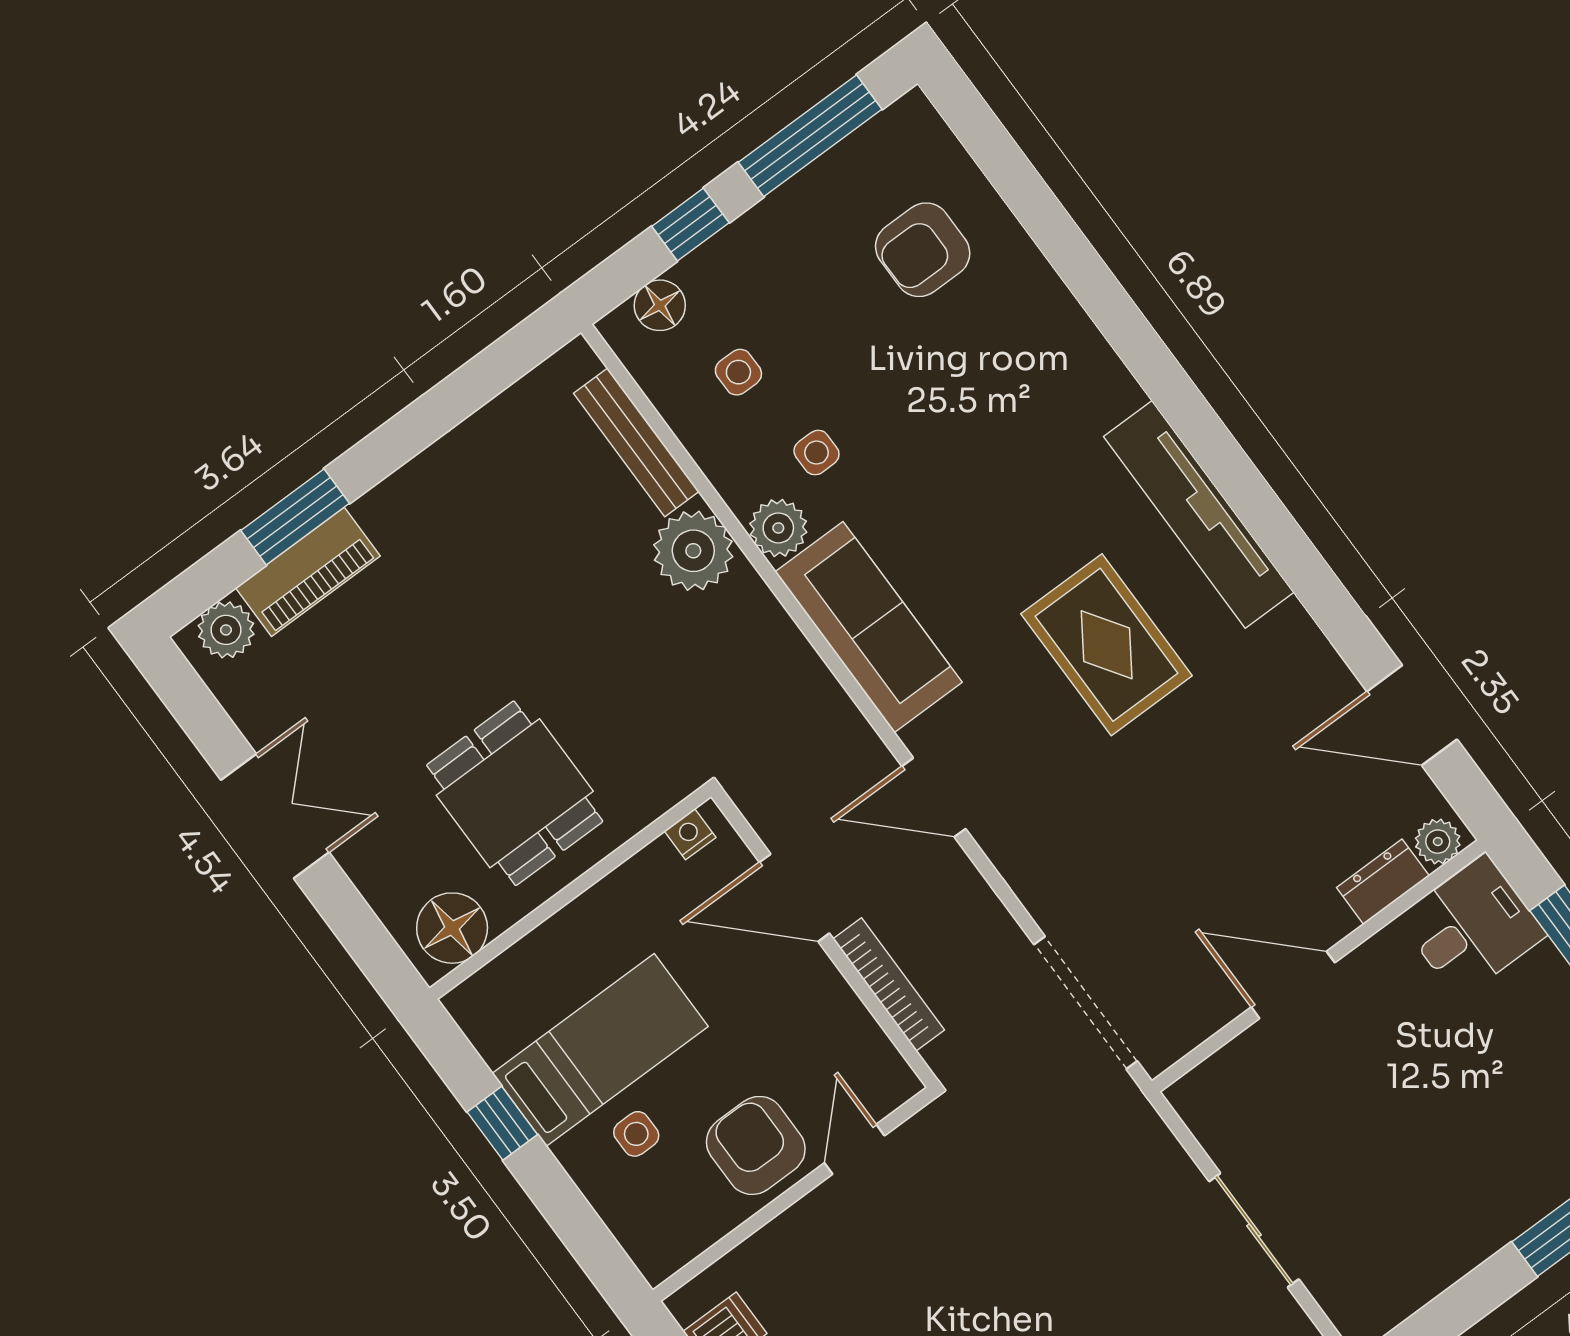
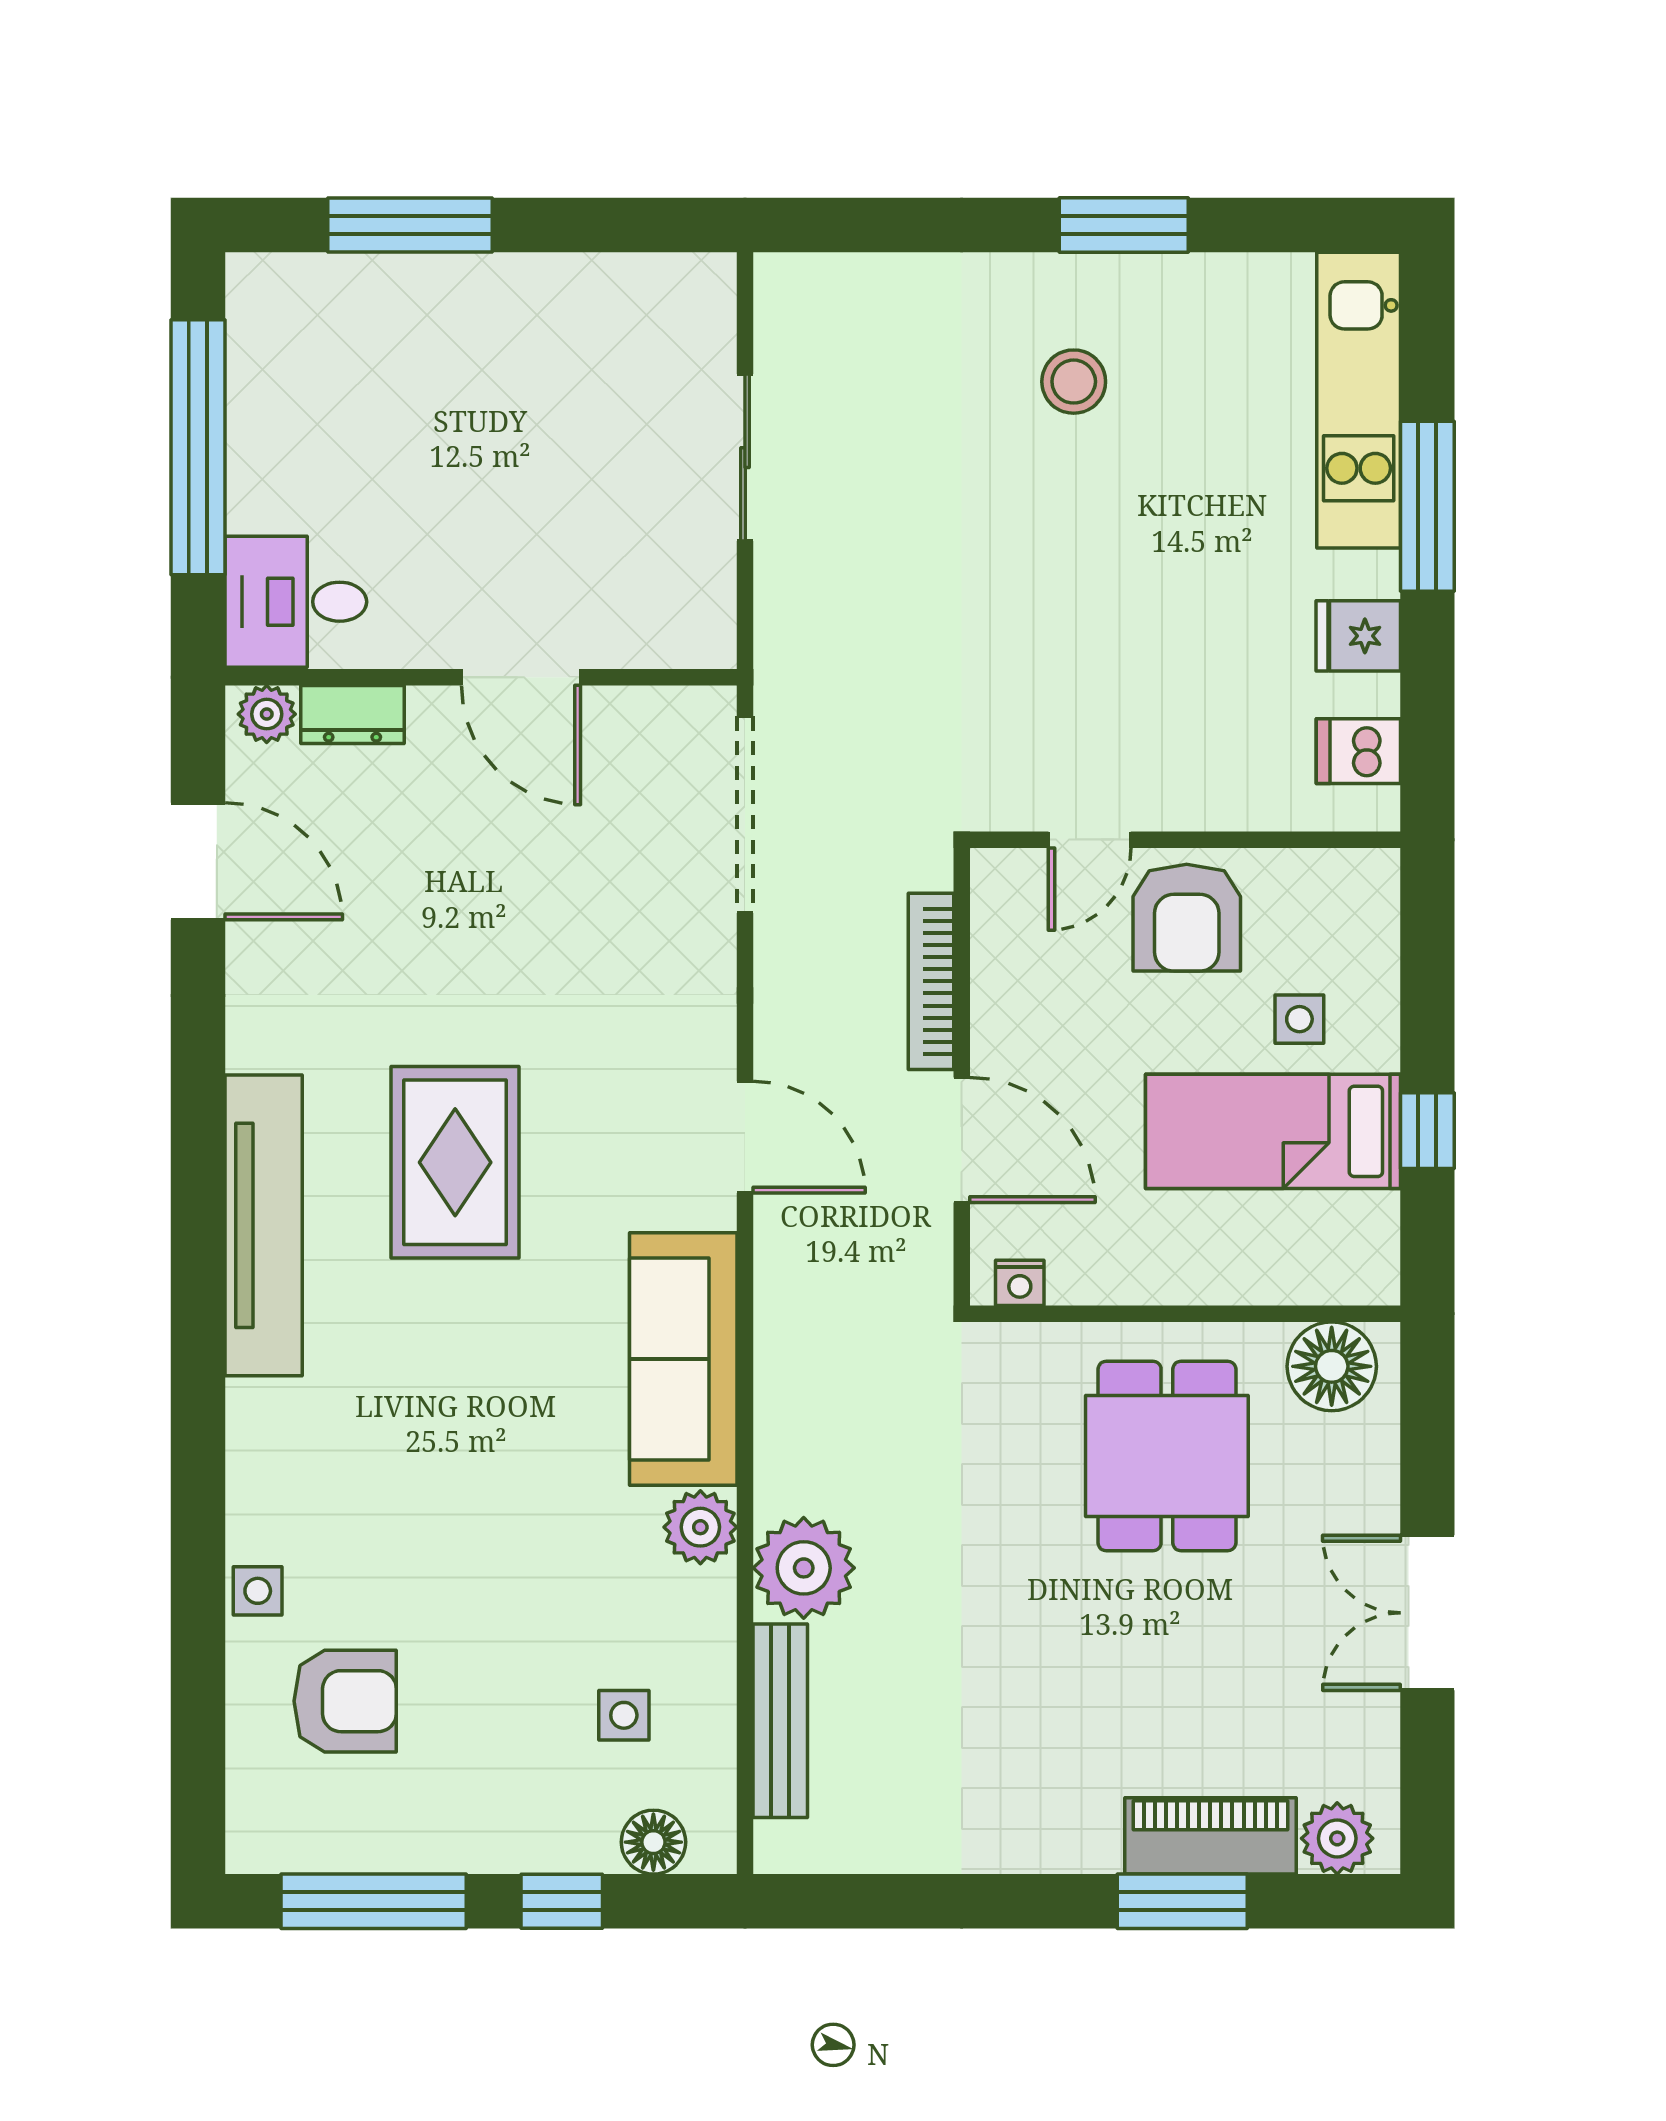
side table: (817, 453) -> (258, 1591), moved

